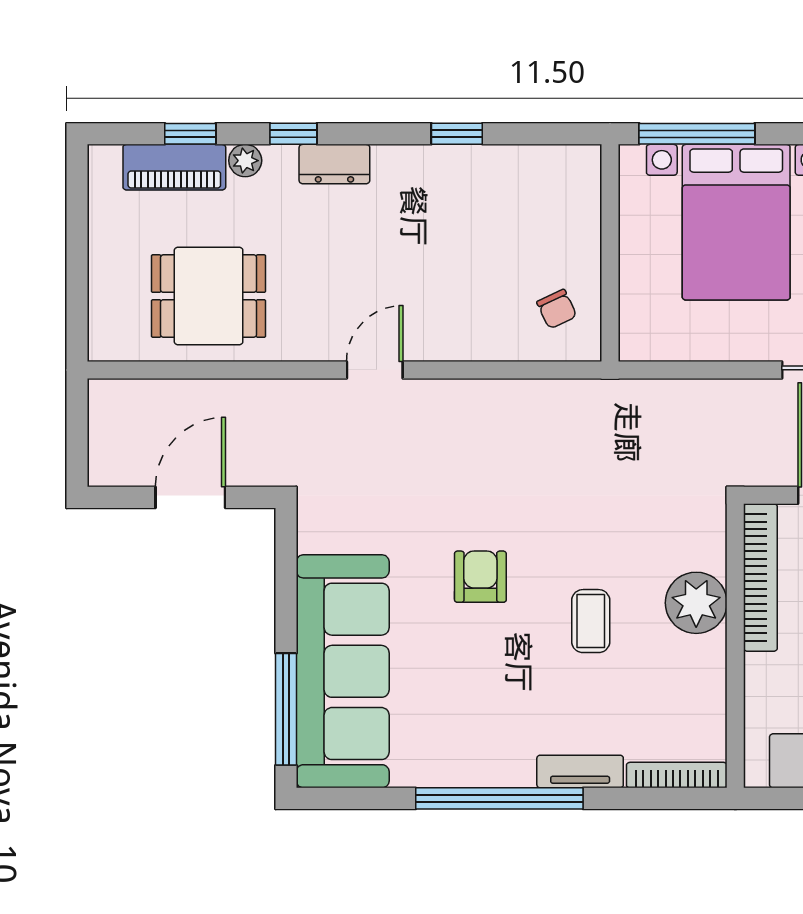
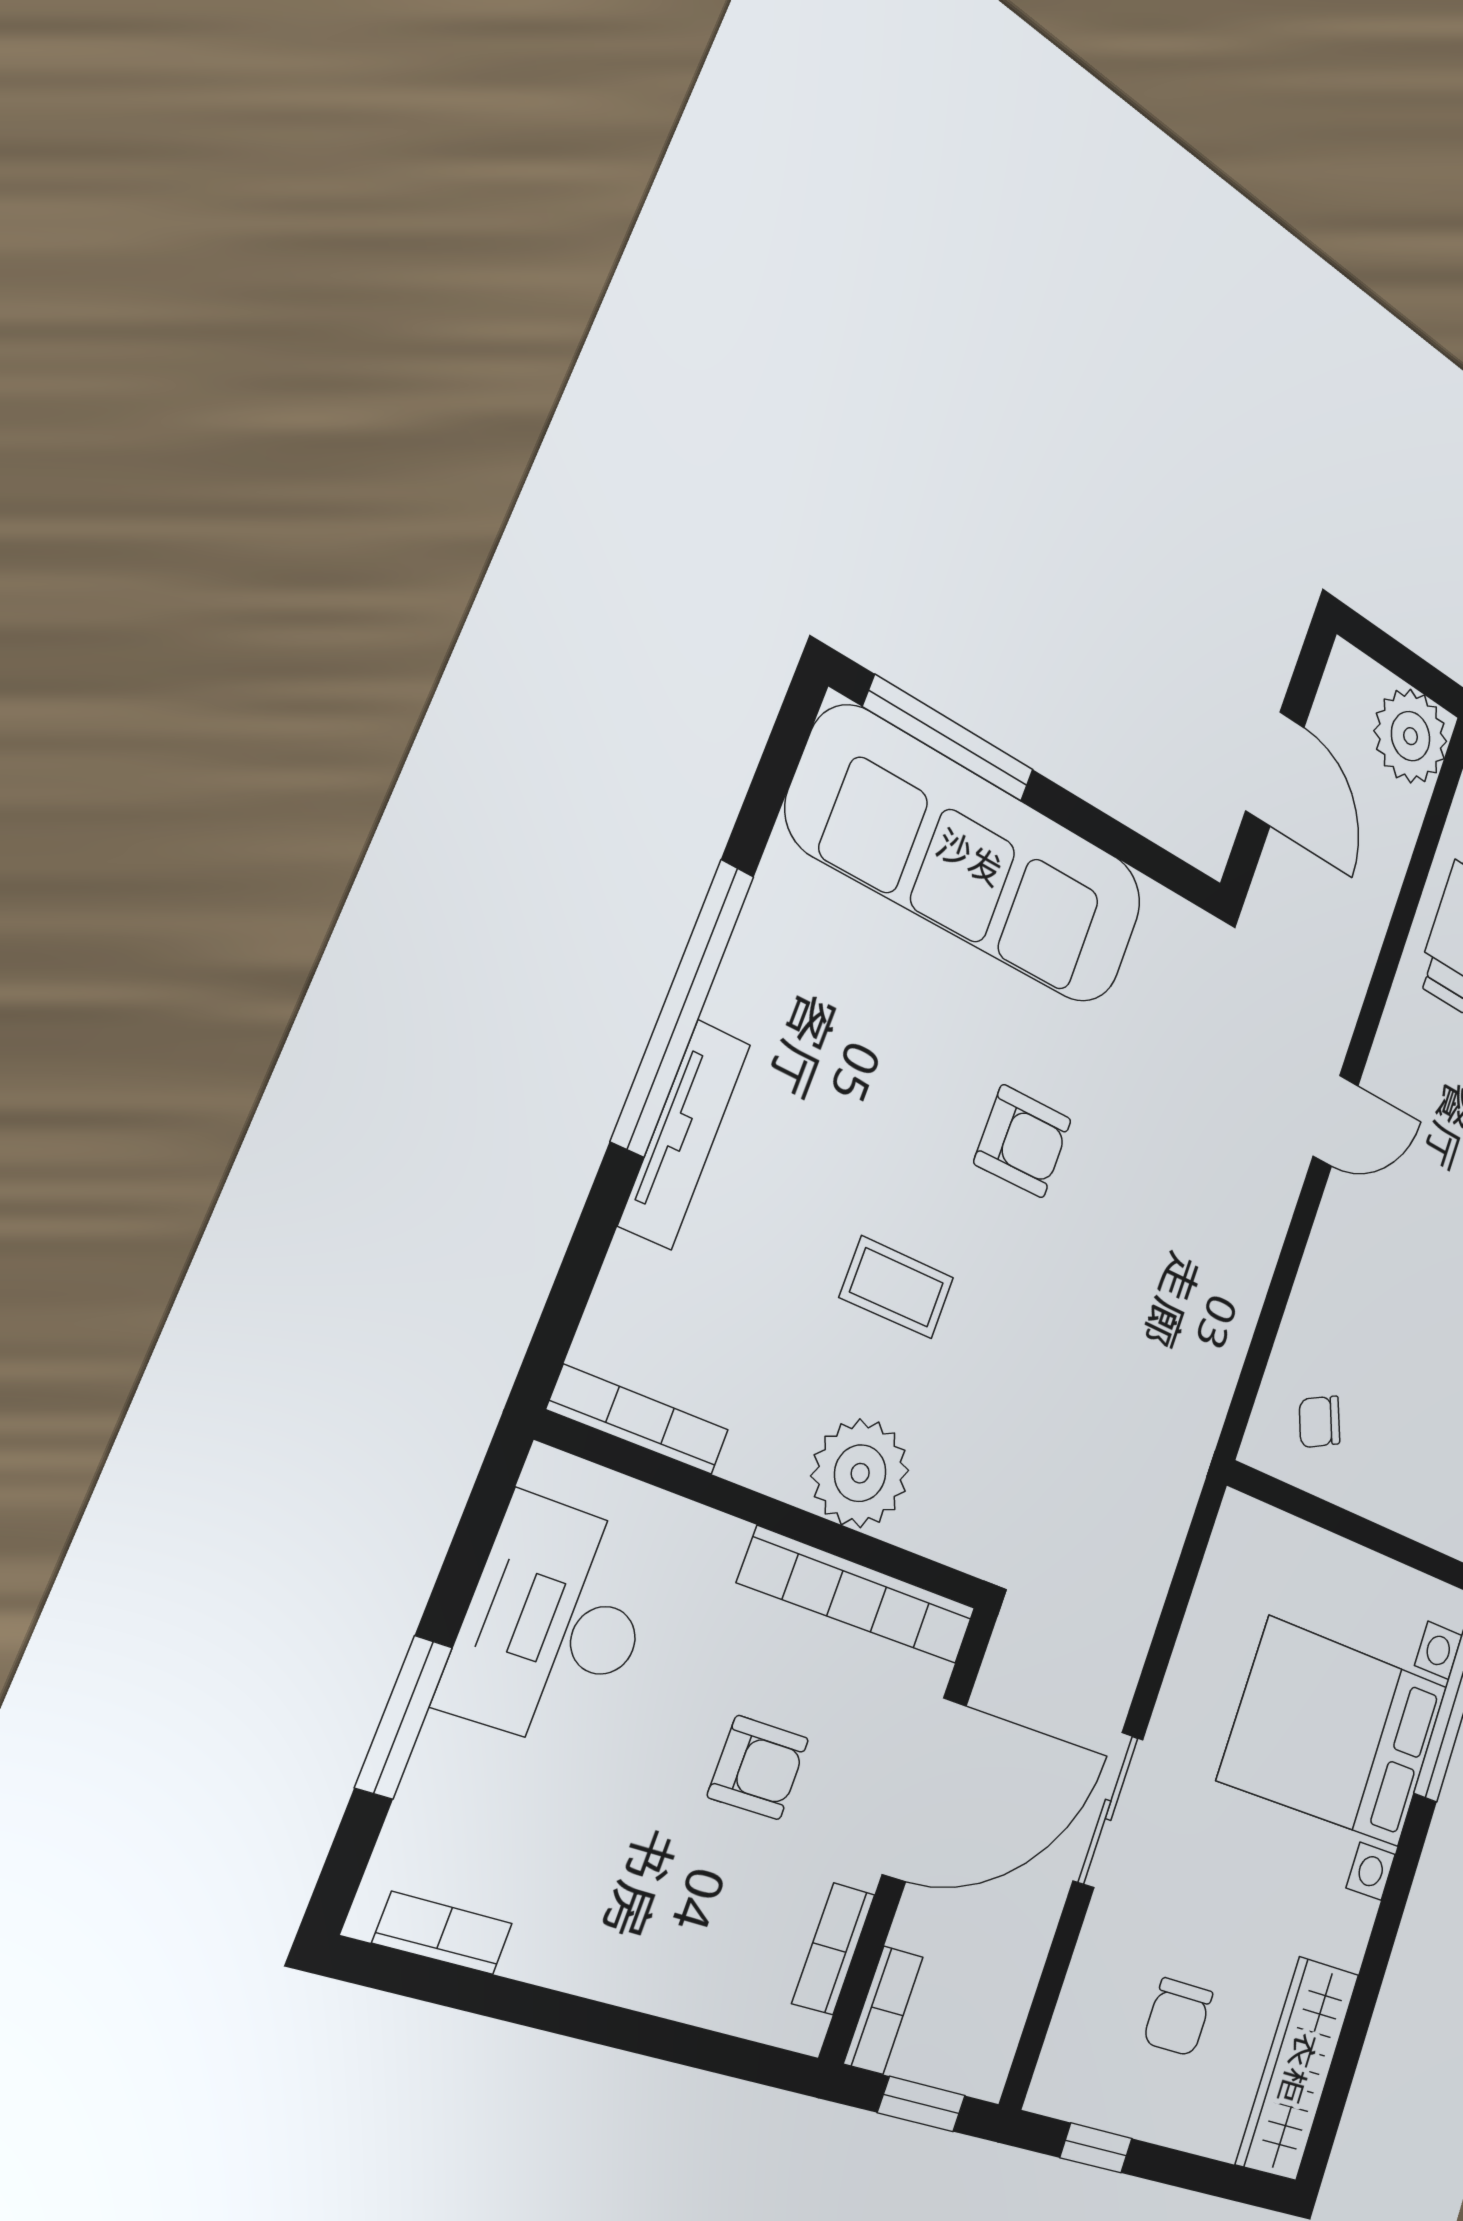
door: (375, 370) -> (1336, 1121), hinge flipped
plant: (118, 409) -> (1411, 736), added
tv unit: (580, 771) -> (685, 1134), width x1.41
bookcase: (677, 775) -> (639, 1420), moved, turned -90

